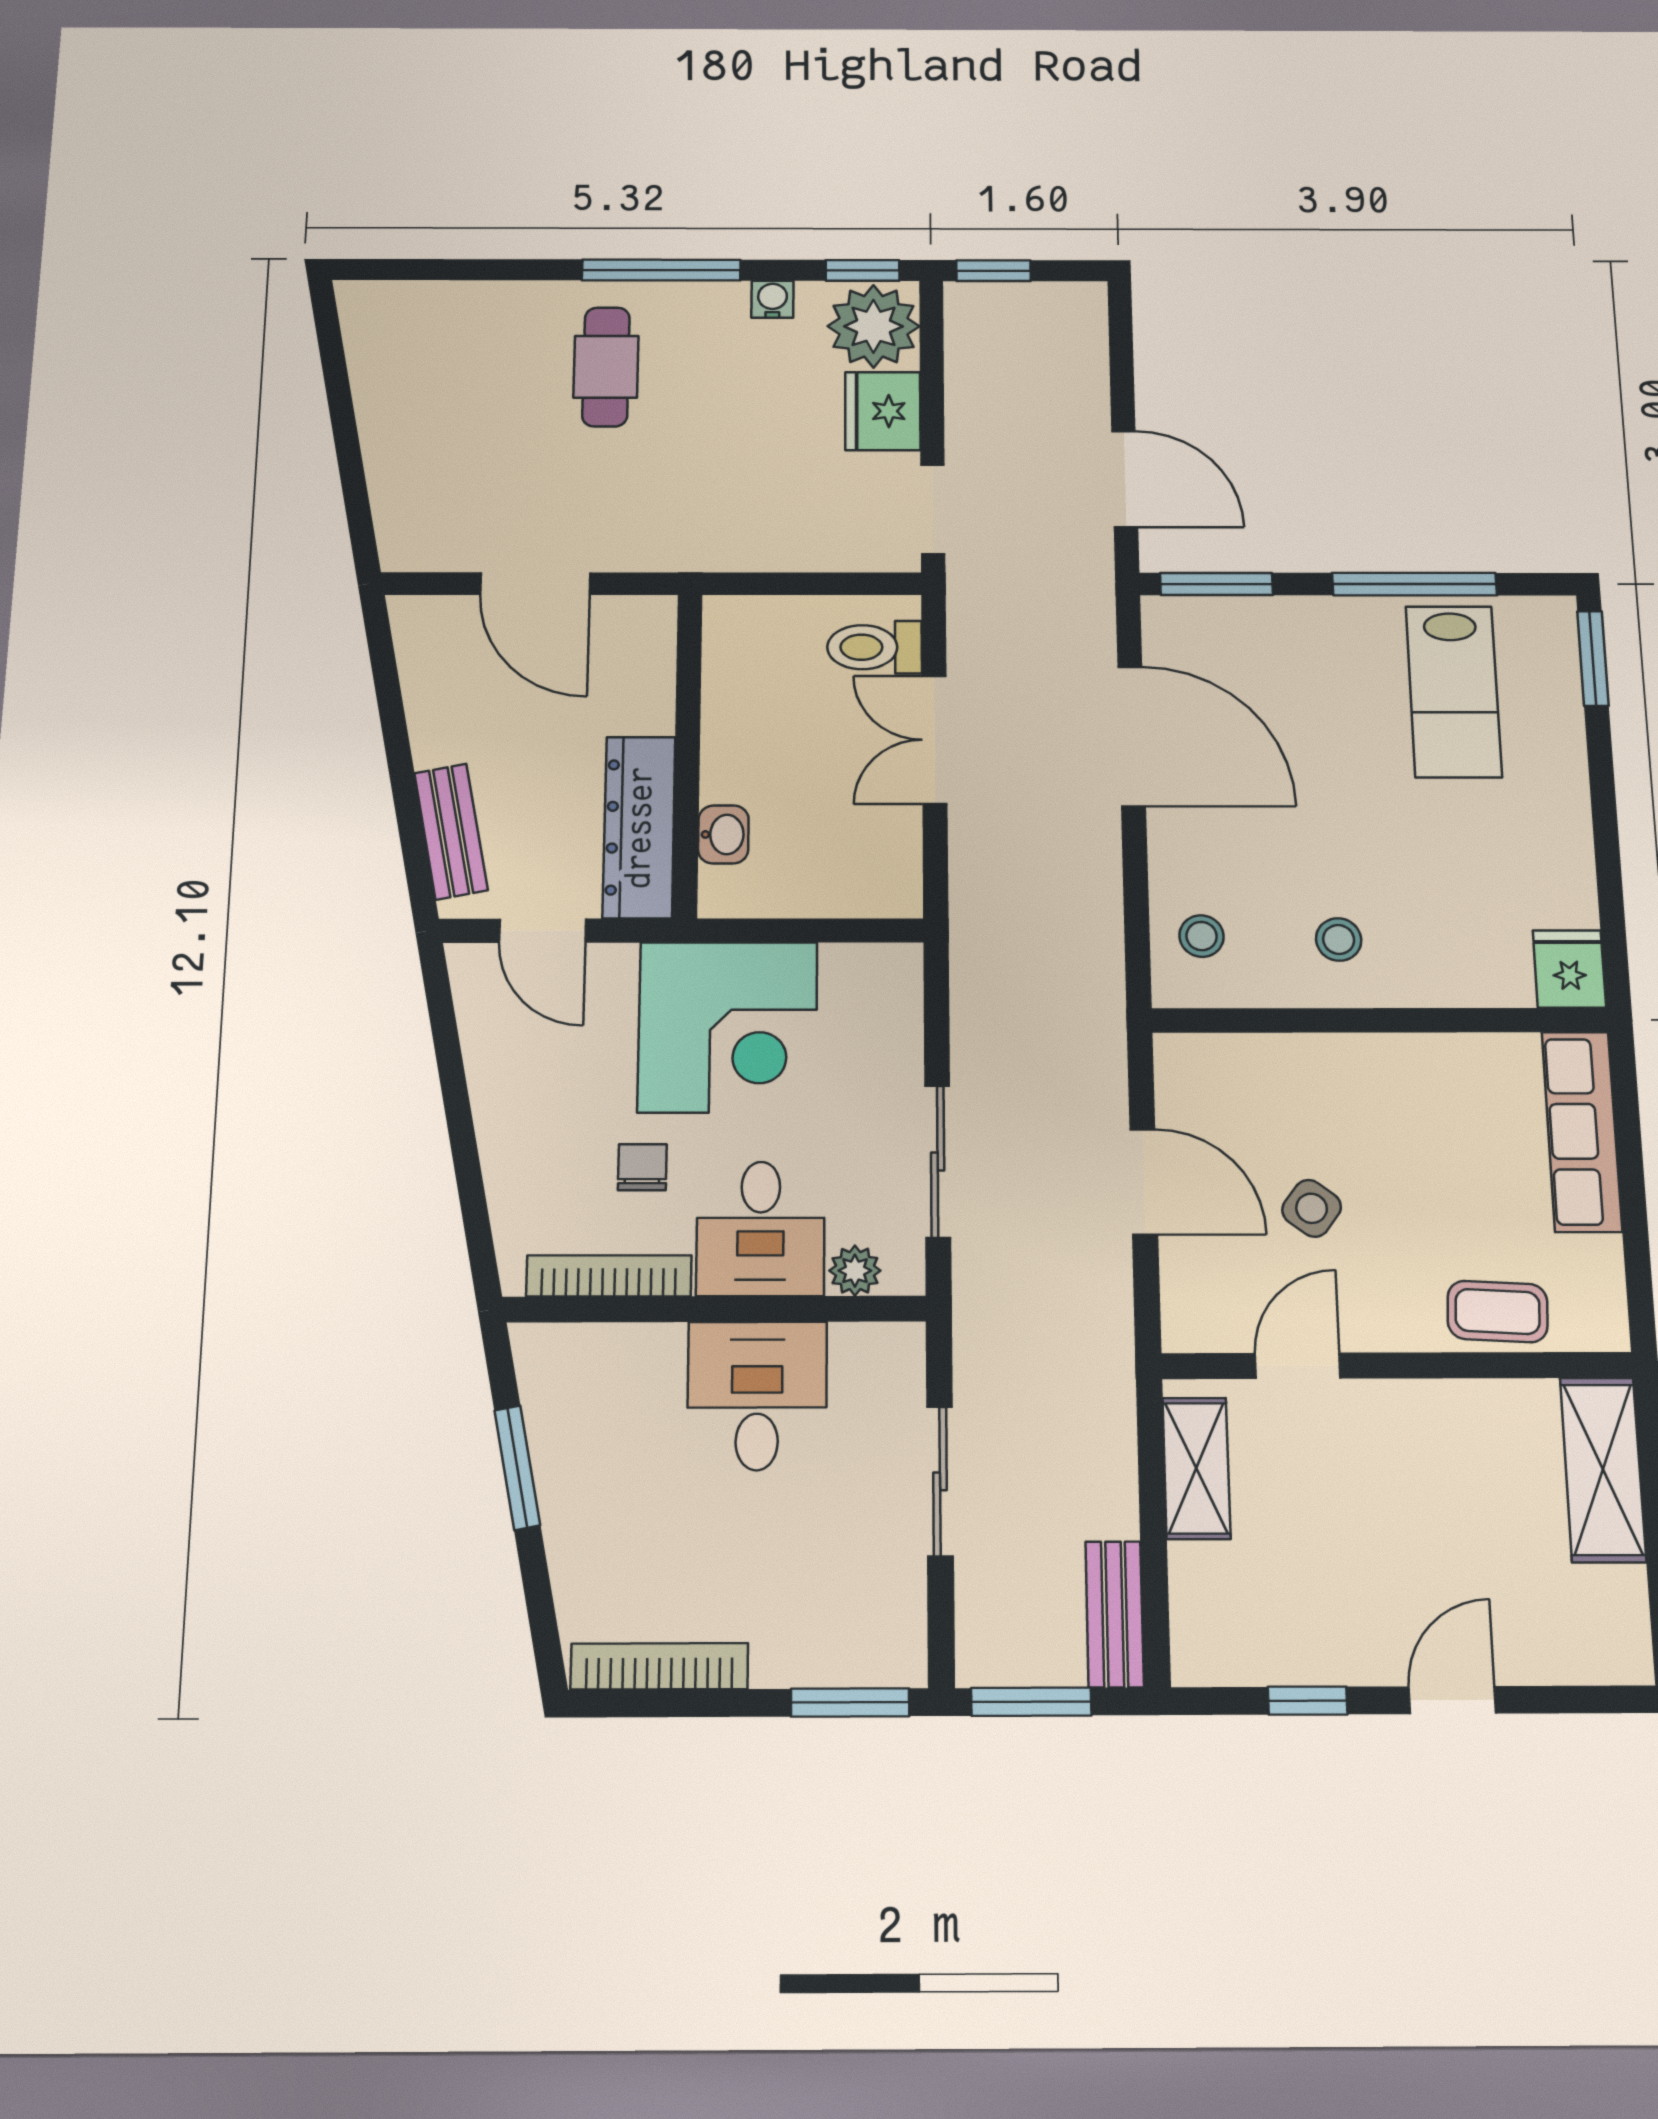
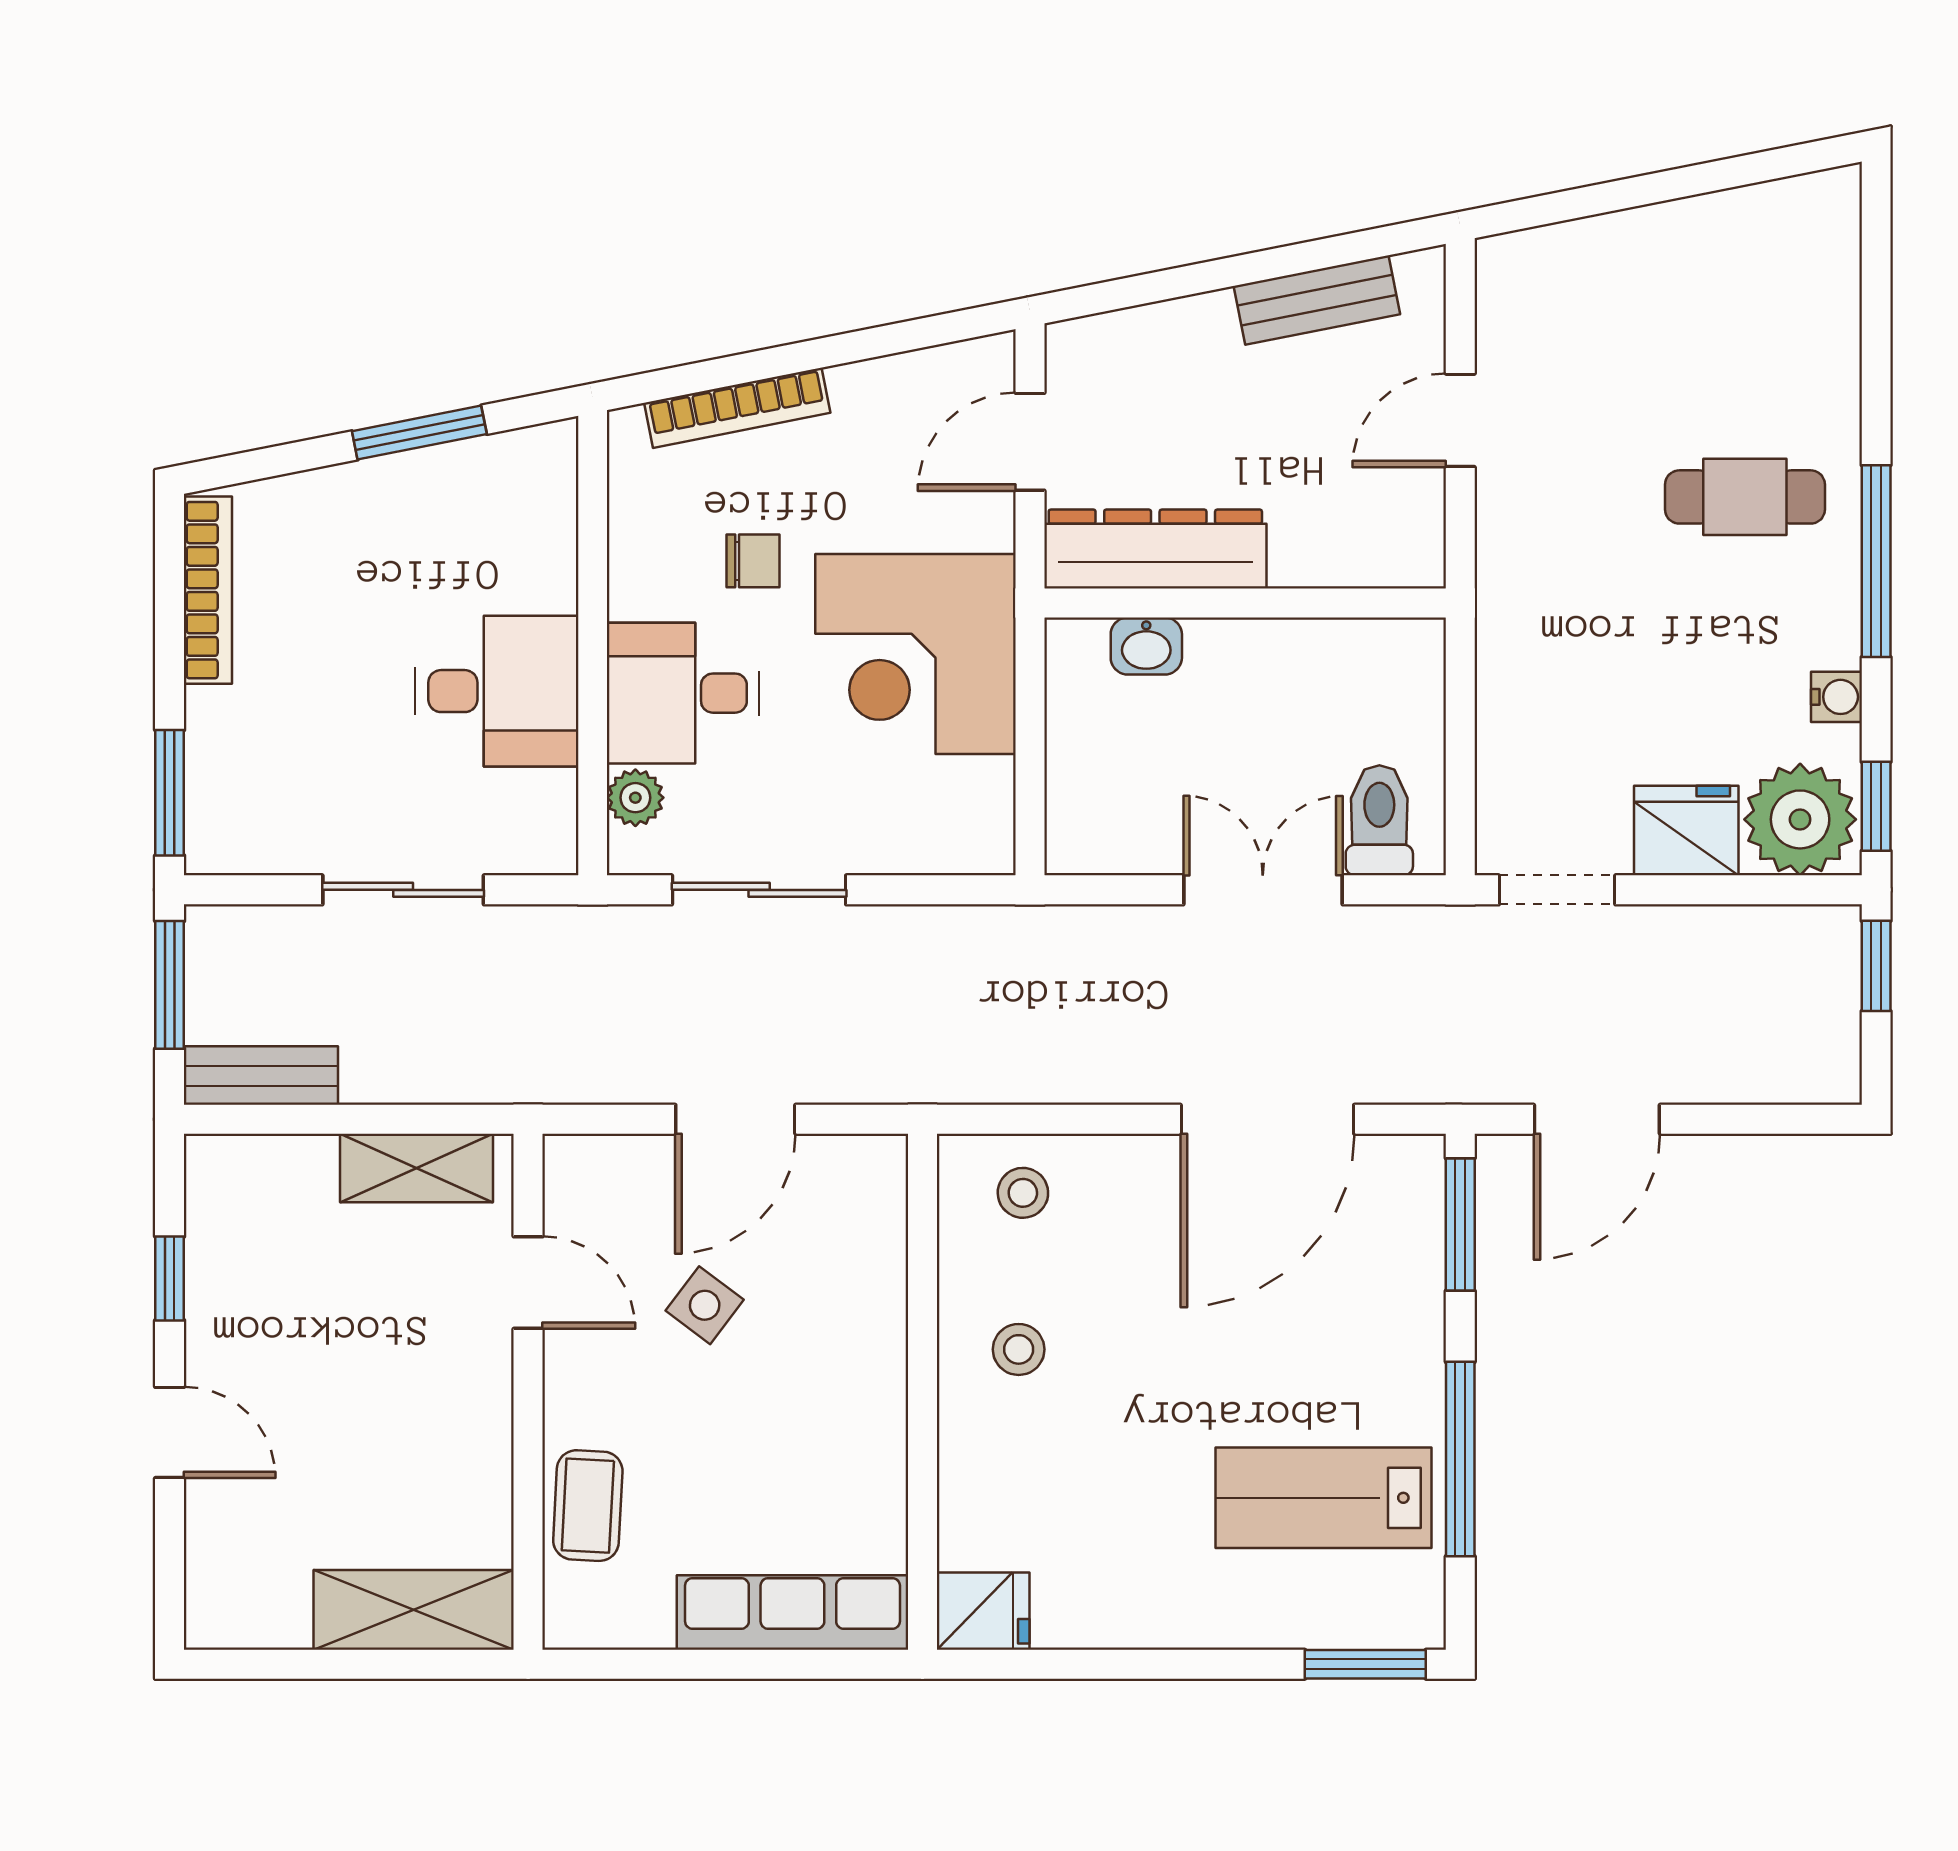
door: (535, 584) -> (1460, 420), width x0.73
bench: (451, 831) -> (1317, 300), moved
bookcase: (609, 1276) -> (737, 408), moved, turned 79

